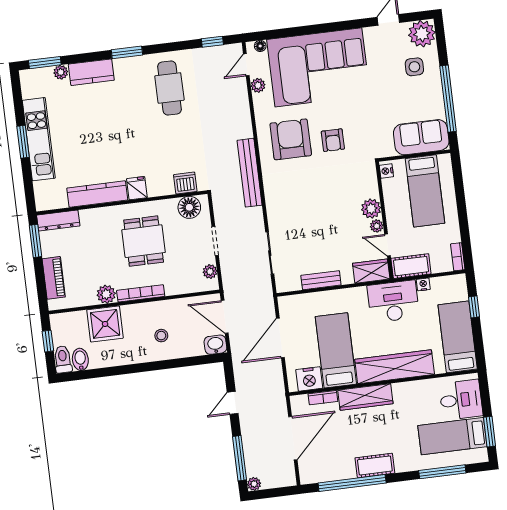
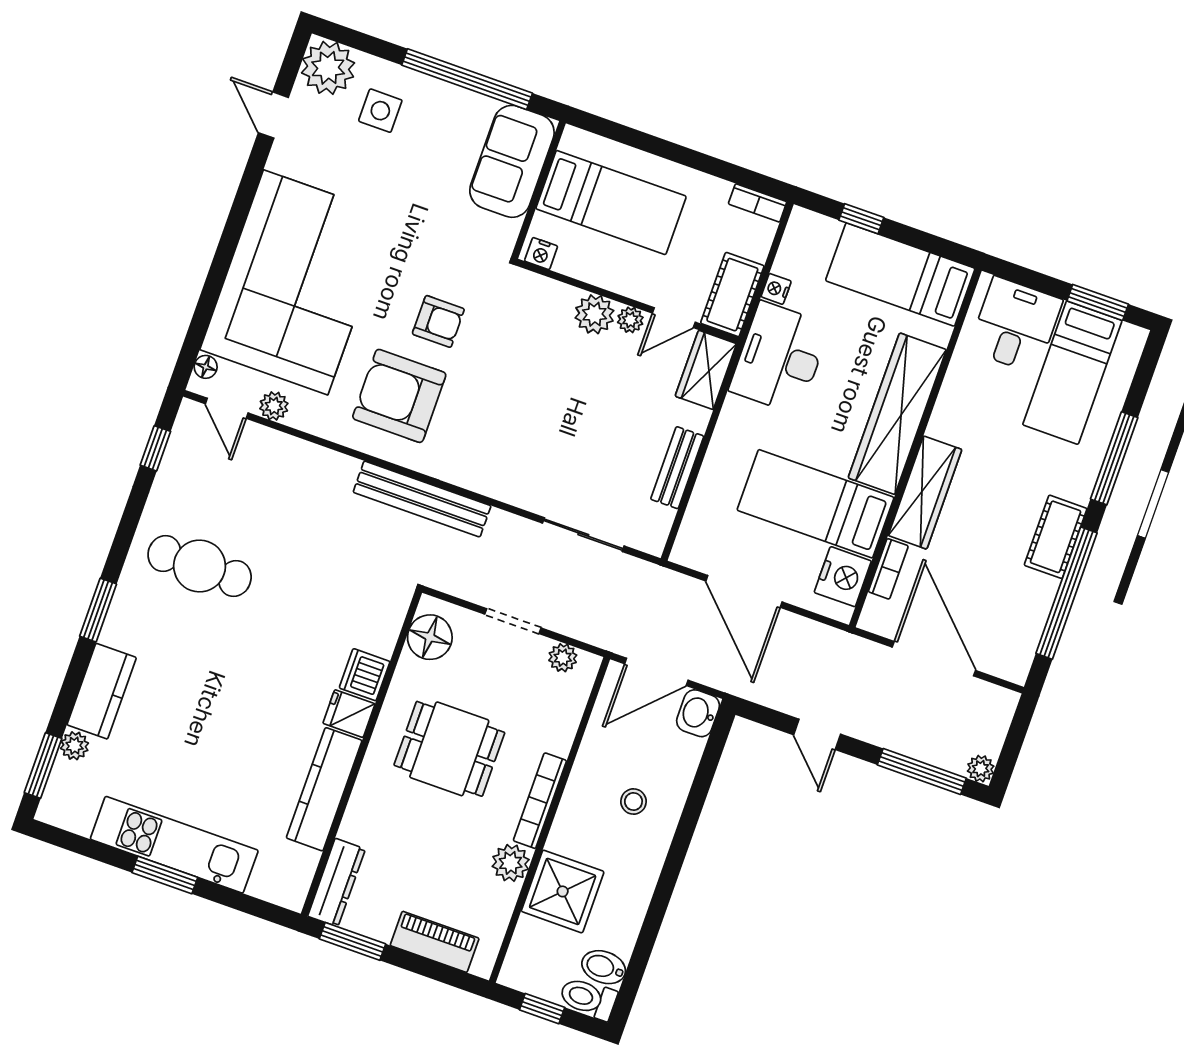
dishwasher: (185, 183) -> (365, 675), moved
window: (442, 472) -> (1114, 458), moved

